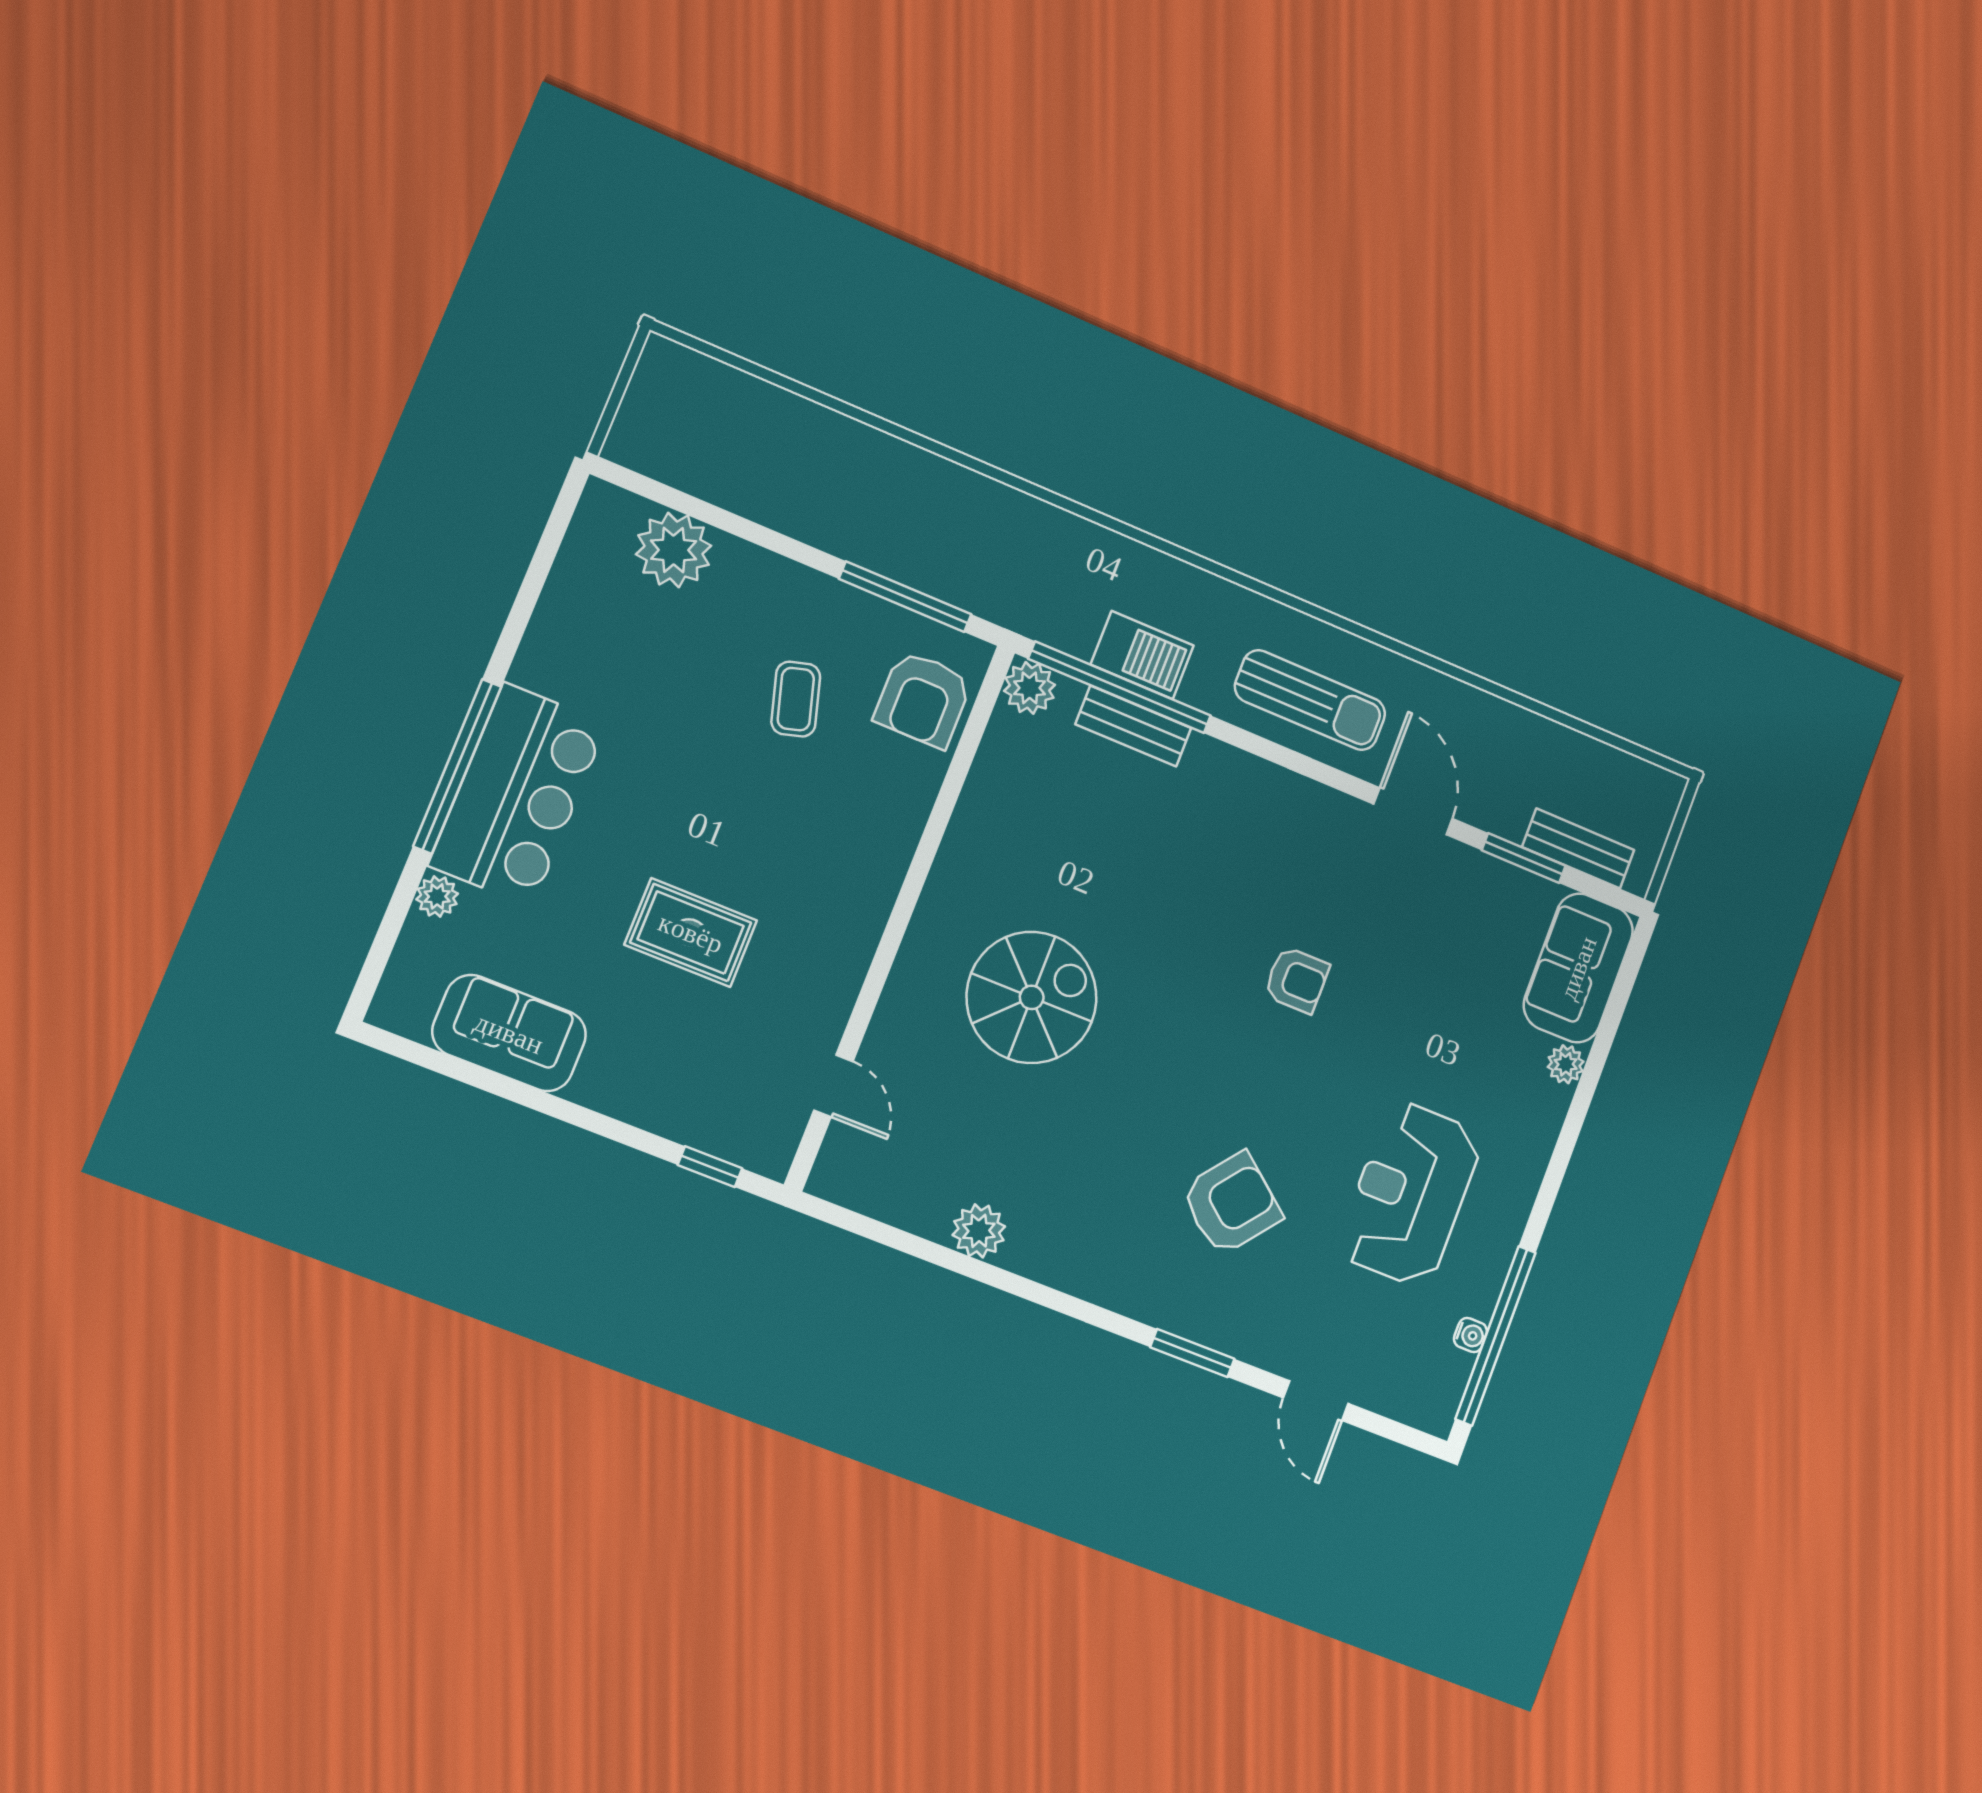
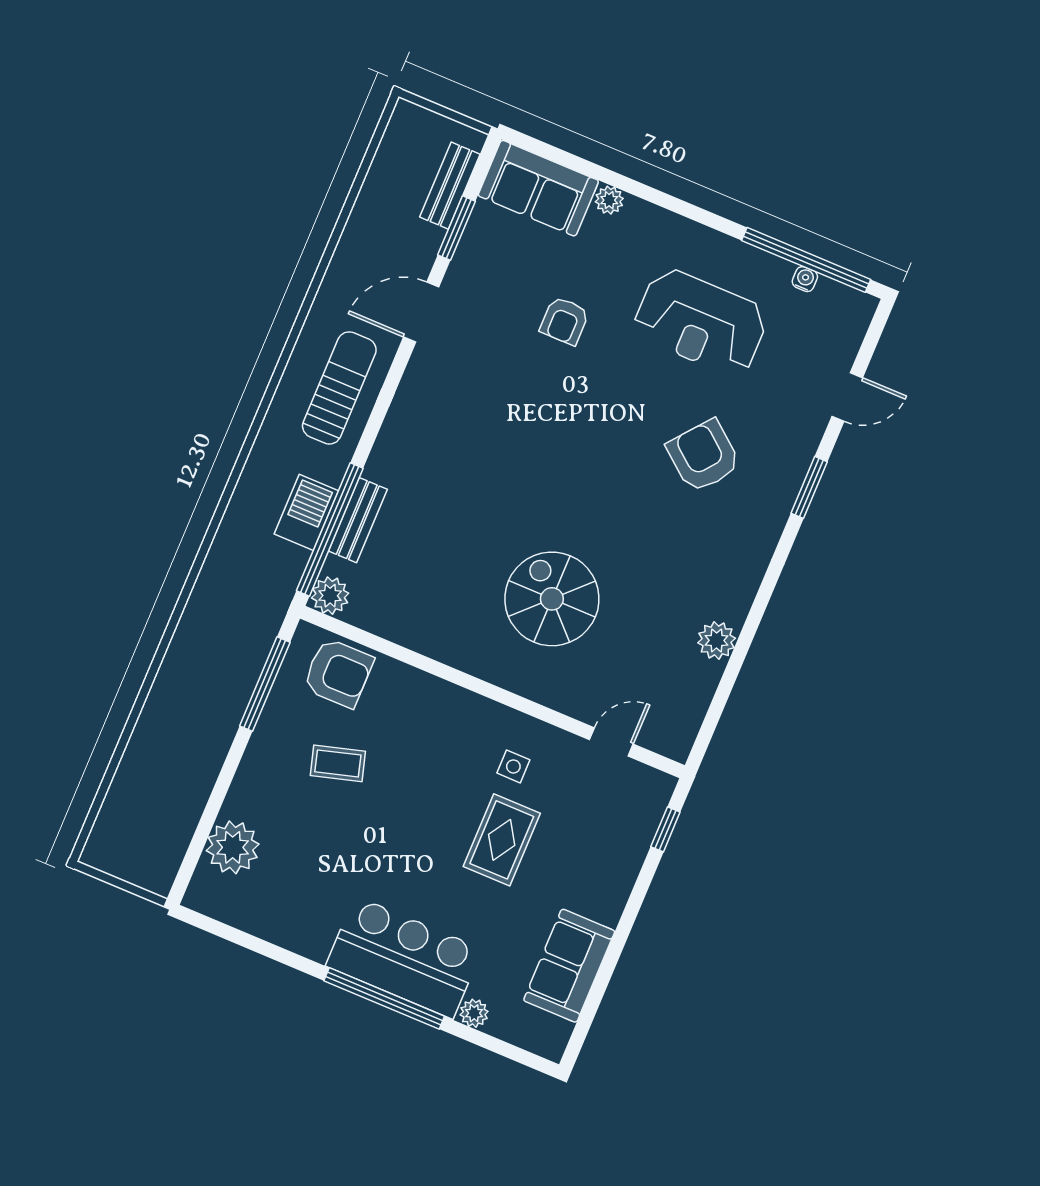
side table: (796, 947) -> (513, 766), added
armchair: (1297, 980) -> (564, 321), moved, turned 180

